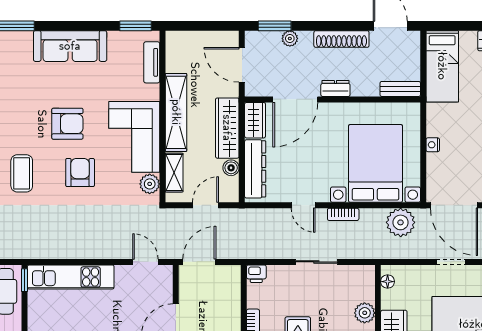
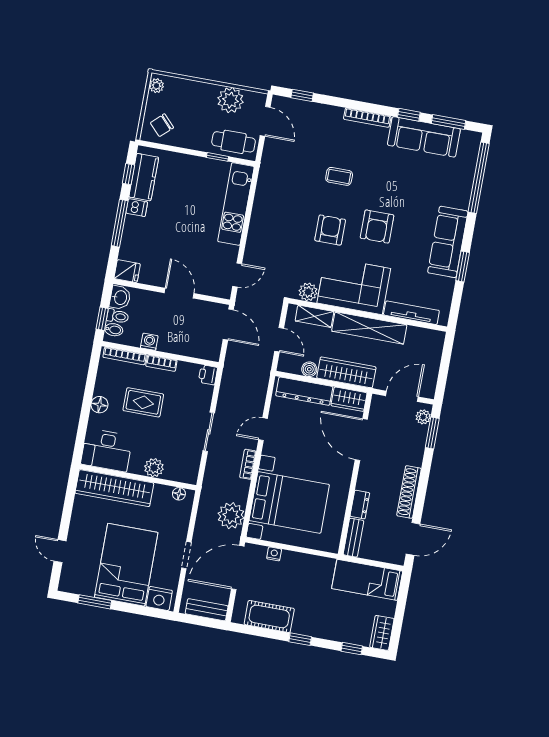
window: (135, 26) -> (463, 266), moved
plant: (290, 38) -> (423, 417), moved
tv unit: (152, 62) -> (411, 313), width x1.41
dresser: (335, 88) -> (360, 505), moved
nightstand: (433, 145) -> (274, 554), moved
coffee table: (22, 173) -> (339, 176), width x0.73, depth x0.77
armchair: (80, 173) -> (330, 230), turned -90
window: (25, 280) -> (217, 157), moved

